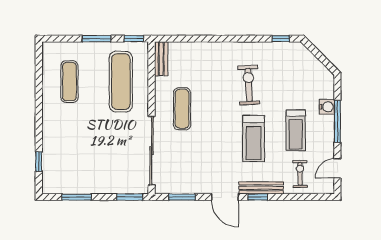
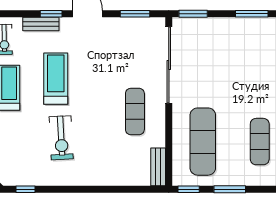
bench: (261, 188) -> (41, 24), width x0.73

